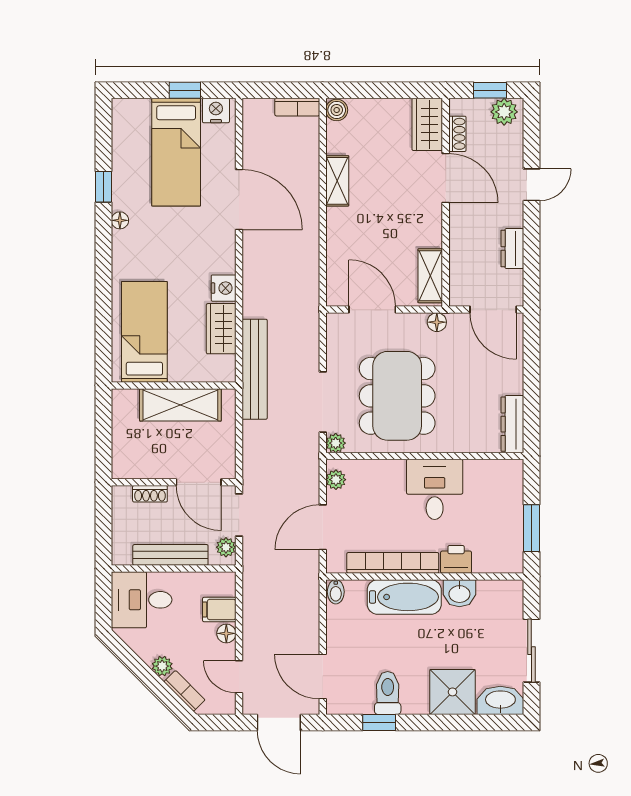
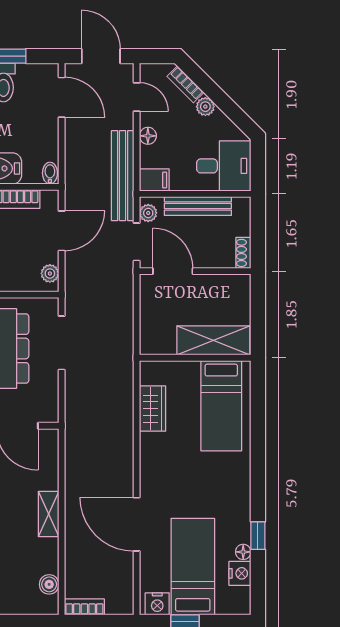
boiler: (337, 110) -> (49, 584), moved
shelving: (337, 181) -> (49, 514), moved
floor lamp: (120, 220) -> (243, 552), moved
nightstand: (224, 288) -> (240, 573), moved, turned 180
bench: (255, 369) -> (123, 176), moved
shelving: (180, 405) -> (213, 340), moved
plant: (336, 443) -> (50, 306), removed
shoe rack: (150, 494) -> (243, 253), moved, turned -90
filing cabinet: (219, 609) -> (154, 180), moved

